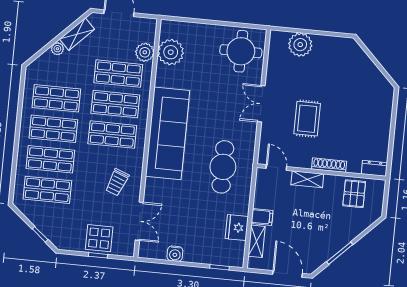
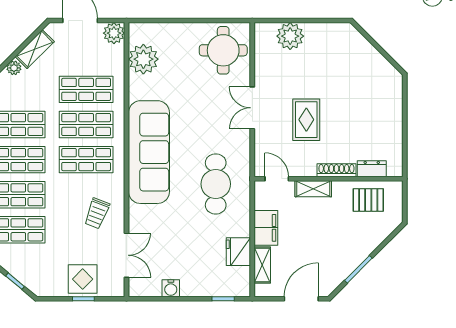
plant: (145, 52) -> (114, 33), moved
dresser: (374, 168) -> (372, 169), moved
pallet: (354, 194) -> (368, 200), turned 90
filing cabinet: (262, 217) -> (266, 228), width x2.00
door: (287, 274) -> (301, 299), hinge flipped

